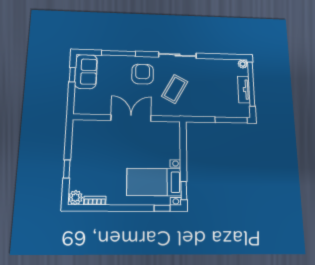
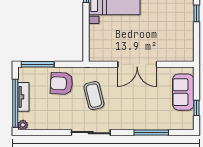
sofa: (86, 72) -> (183, 92), moved
armchair: (143, 74) -> (61, 83), moved, turned 93
coffee table: (175, 89) -> (94, 96), turned -43

